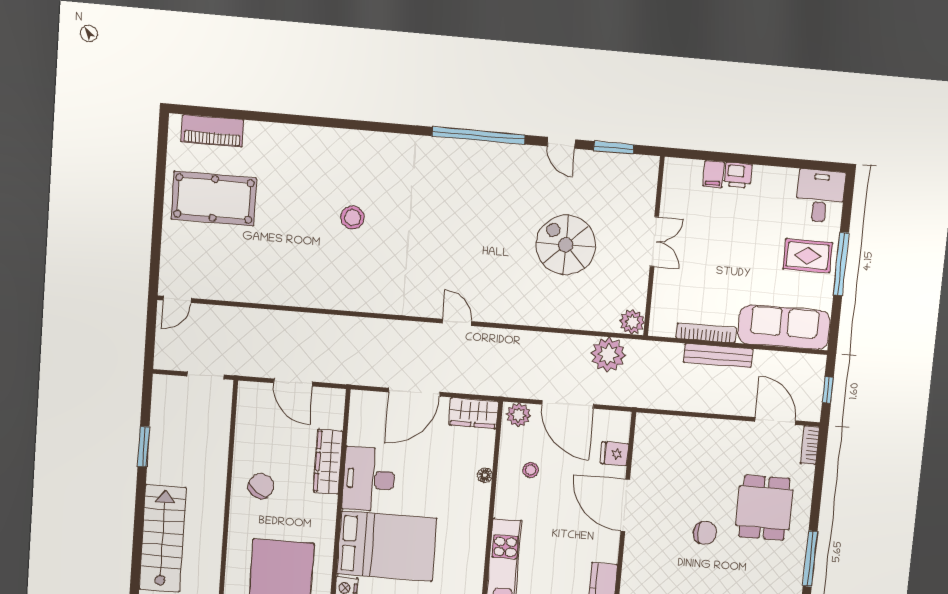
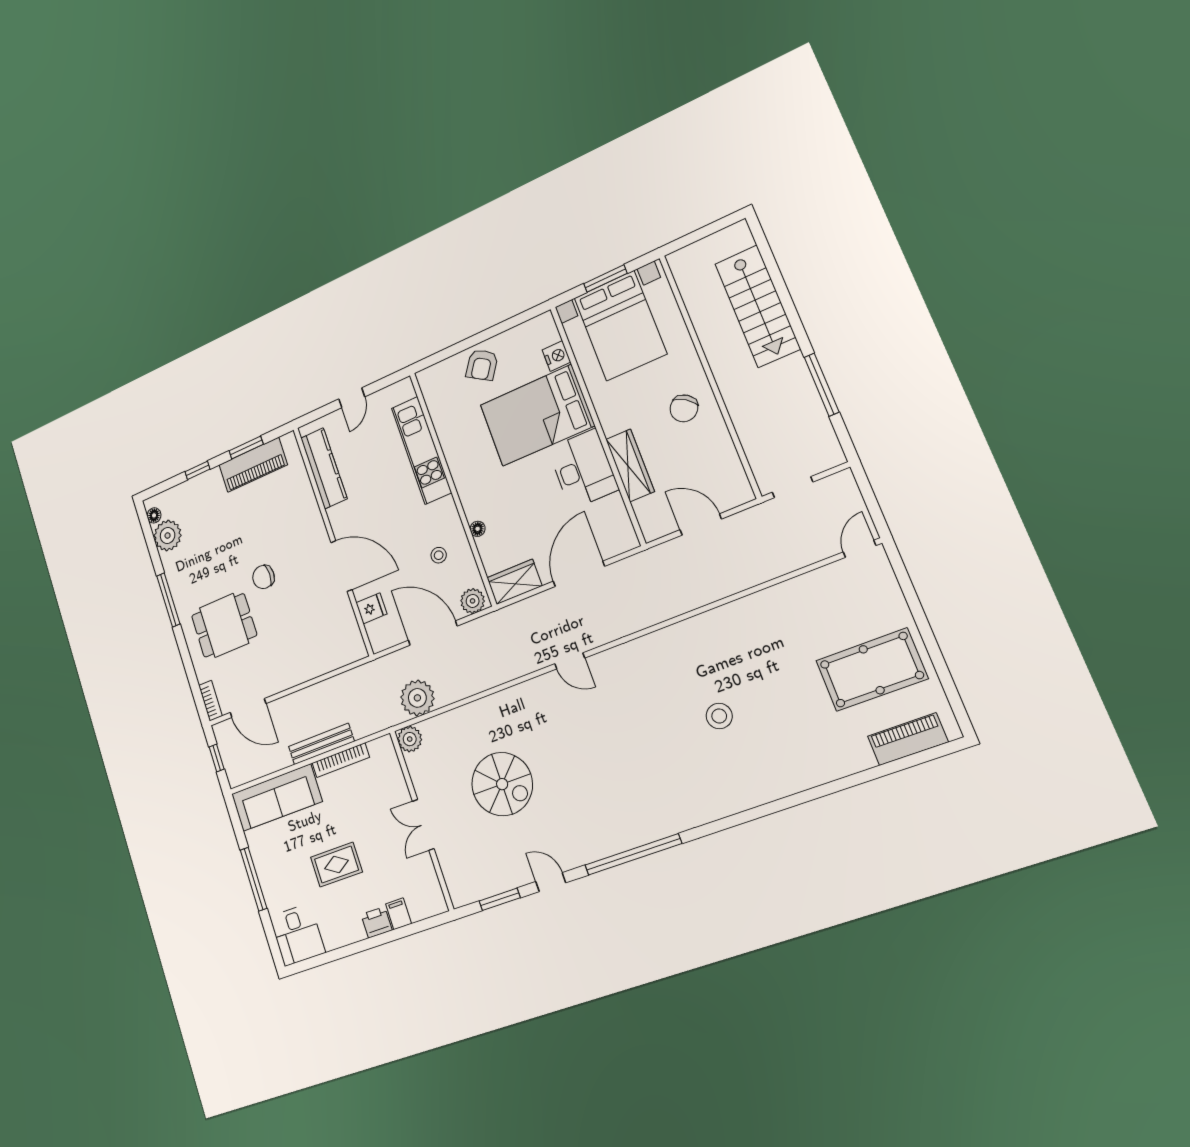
rug: (808, 256) -> (336, 865), moved
window: (143, 447) -> (822, 385), width x1.44
dining table: (764, 508) -> (224, 625), turned 90

